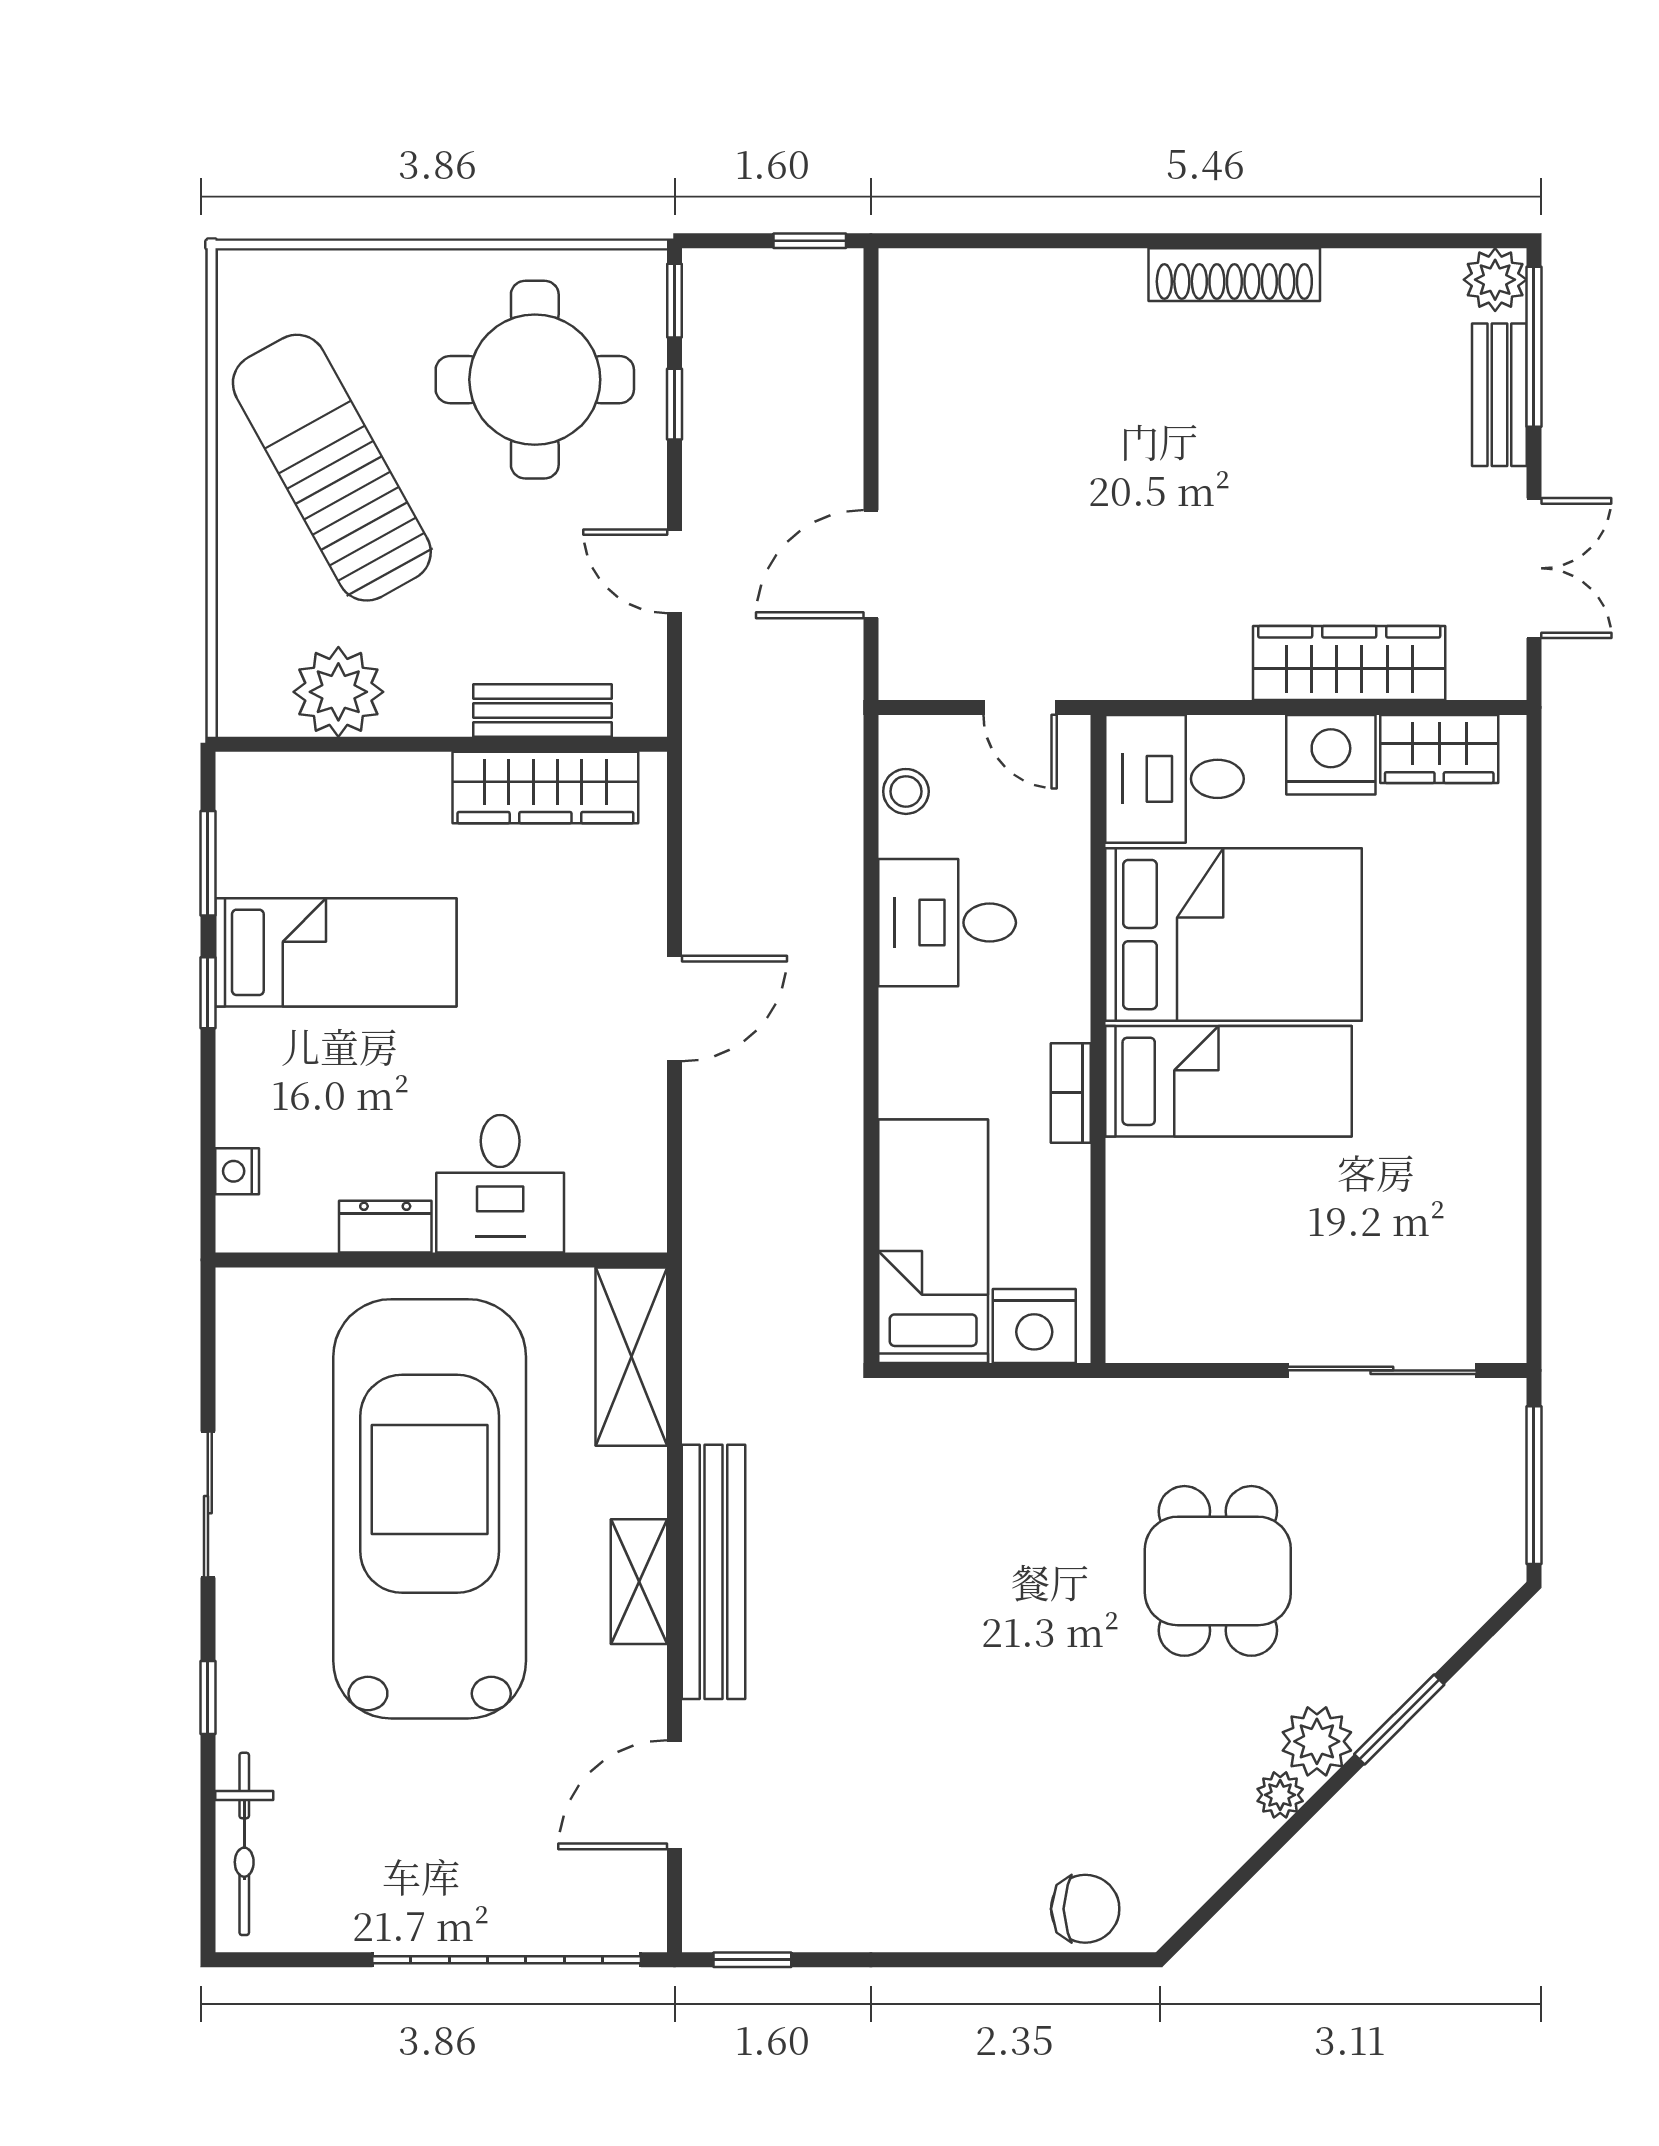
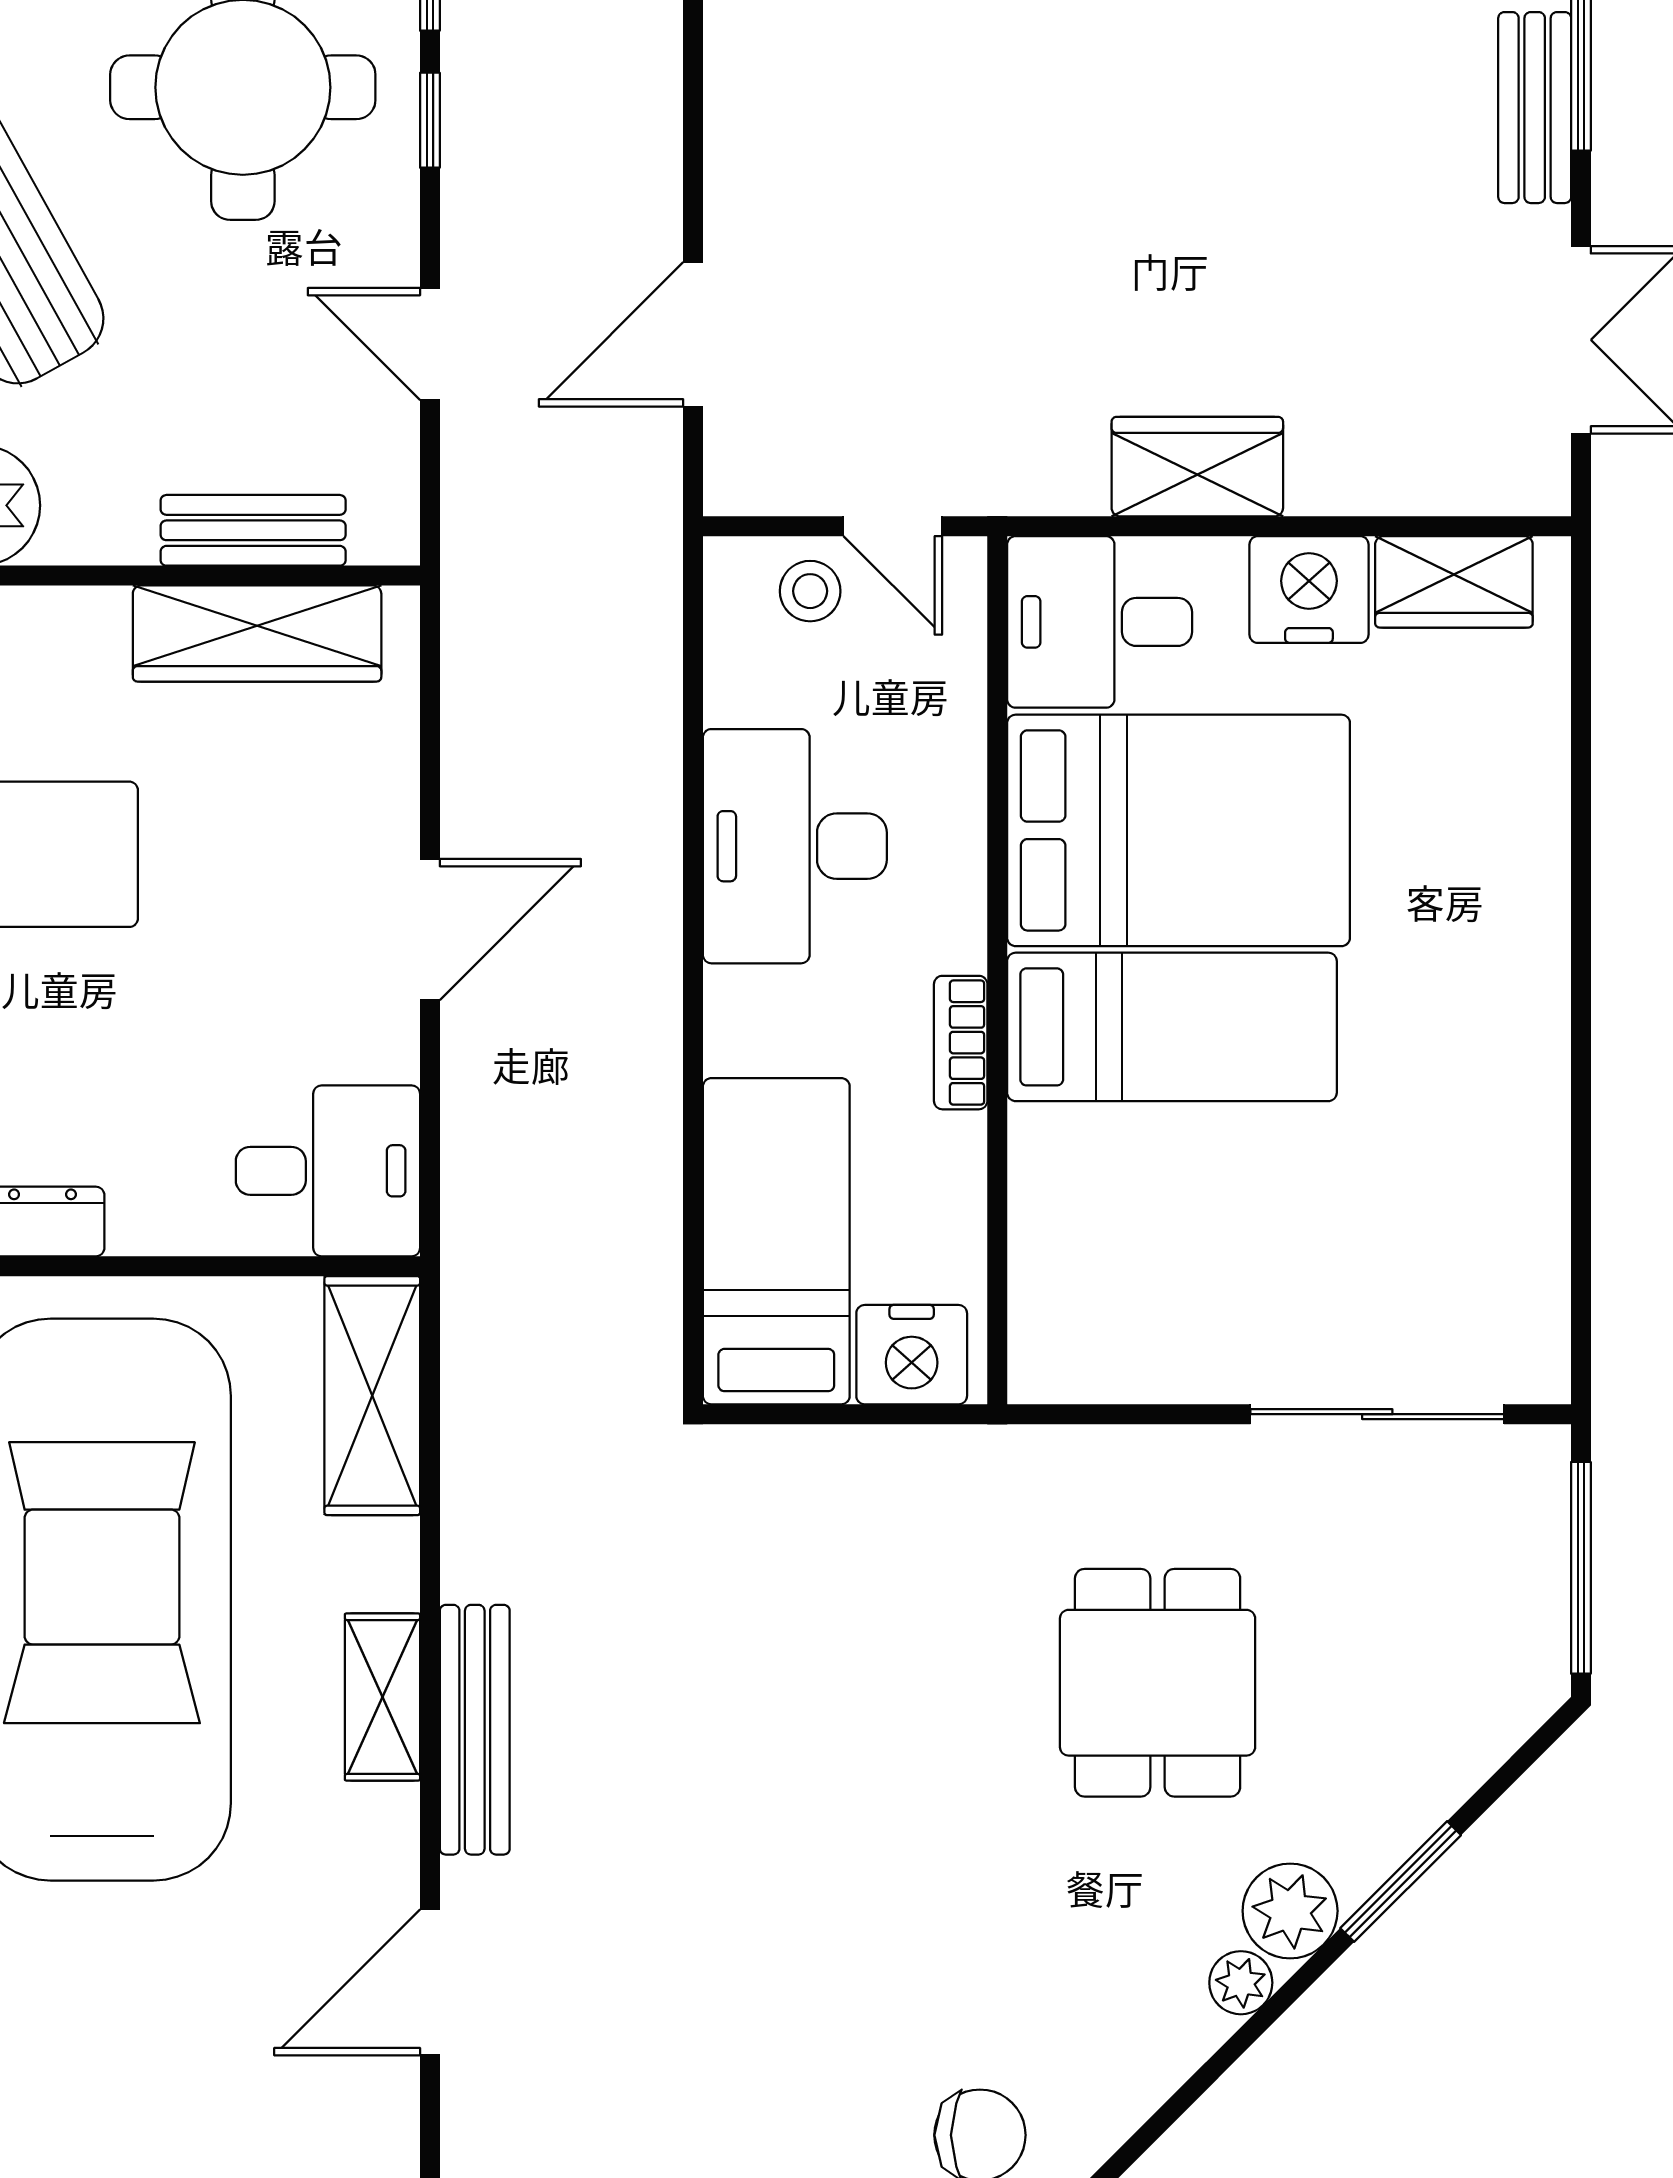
wardrobe: (1349, 663) -> (1197, 467), moved, width x0.67
stool: (906, 791) -> (810, 591), moved
desk: (947, 923) -> (795, 846), width x1.37
desk: (500, 1184) -> (328, 1171), moved, turned -90
bench: (714, 1572) -> (475, 1730), width x0.73, depth x0.82

